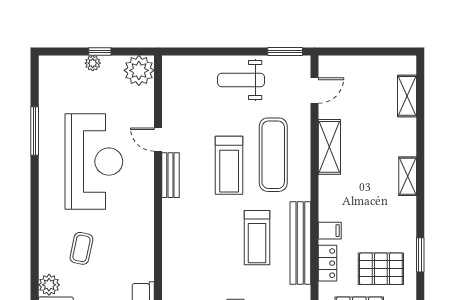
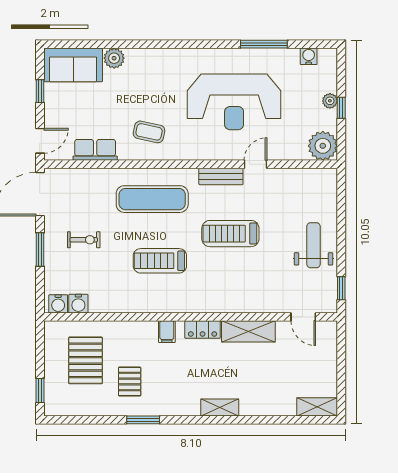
window: (285, 51) -> (341, 288), width x0.67
water cooler: (47, 85) -> (309, 56), added
shelving: (407, 96) -> (317, 407), moved
exercise mat: (273, 155) -> (152, 199), moved
bench: (300, 243) -> (155, 303), removed
coffee table: (81, 248) -> (149, 132), moved
locker: (328, 263) -> (203, 330), moved
pallet: (381, 269) -> (130, 381), width x0.67, depth x0.71

